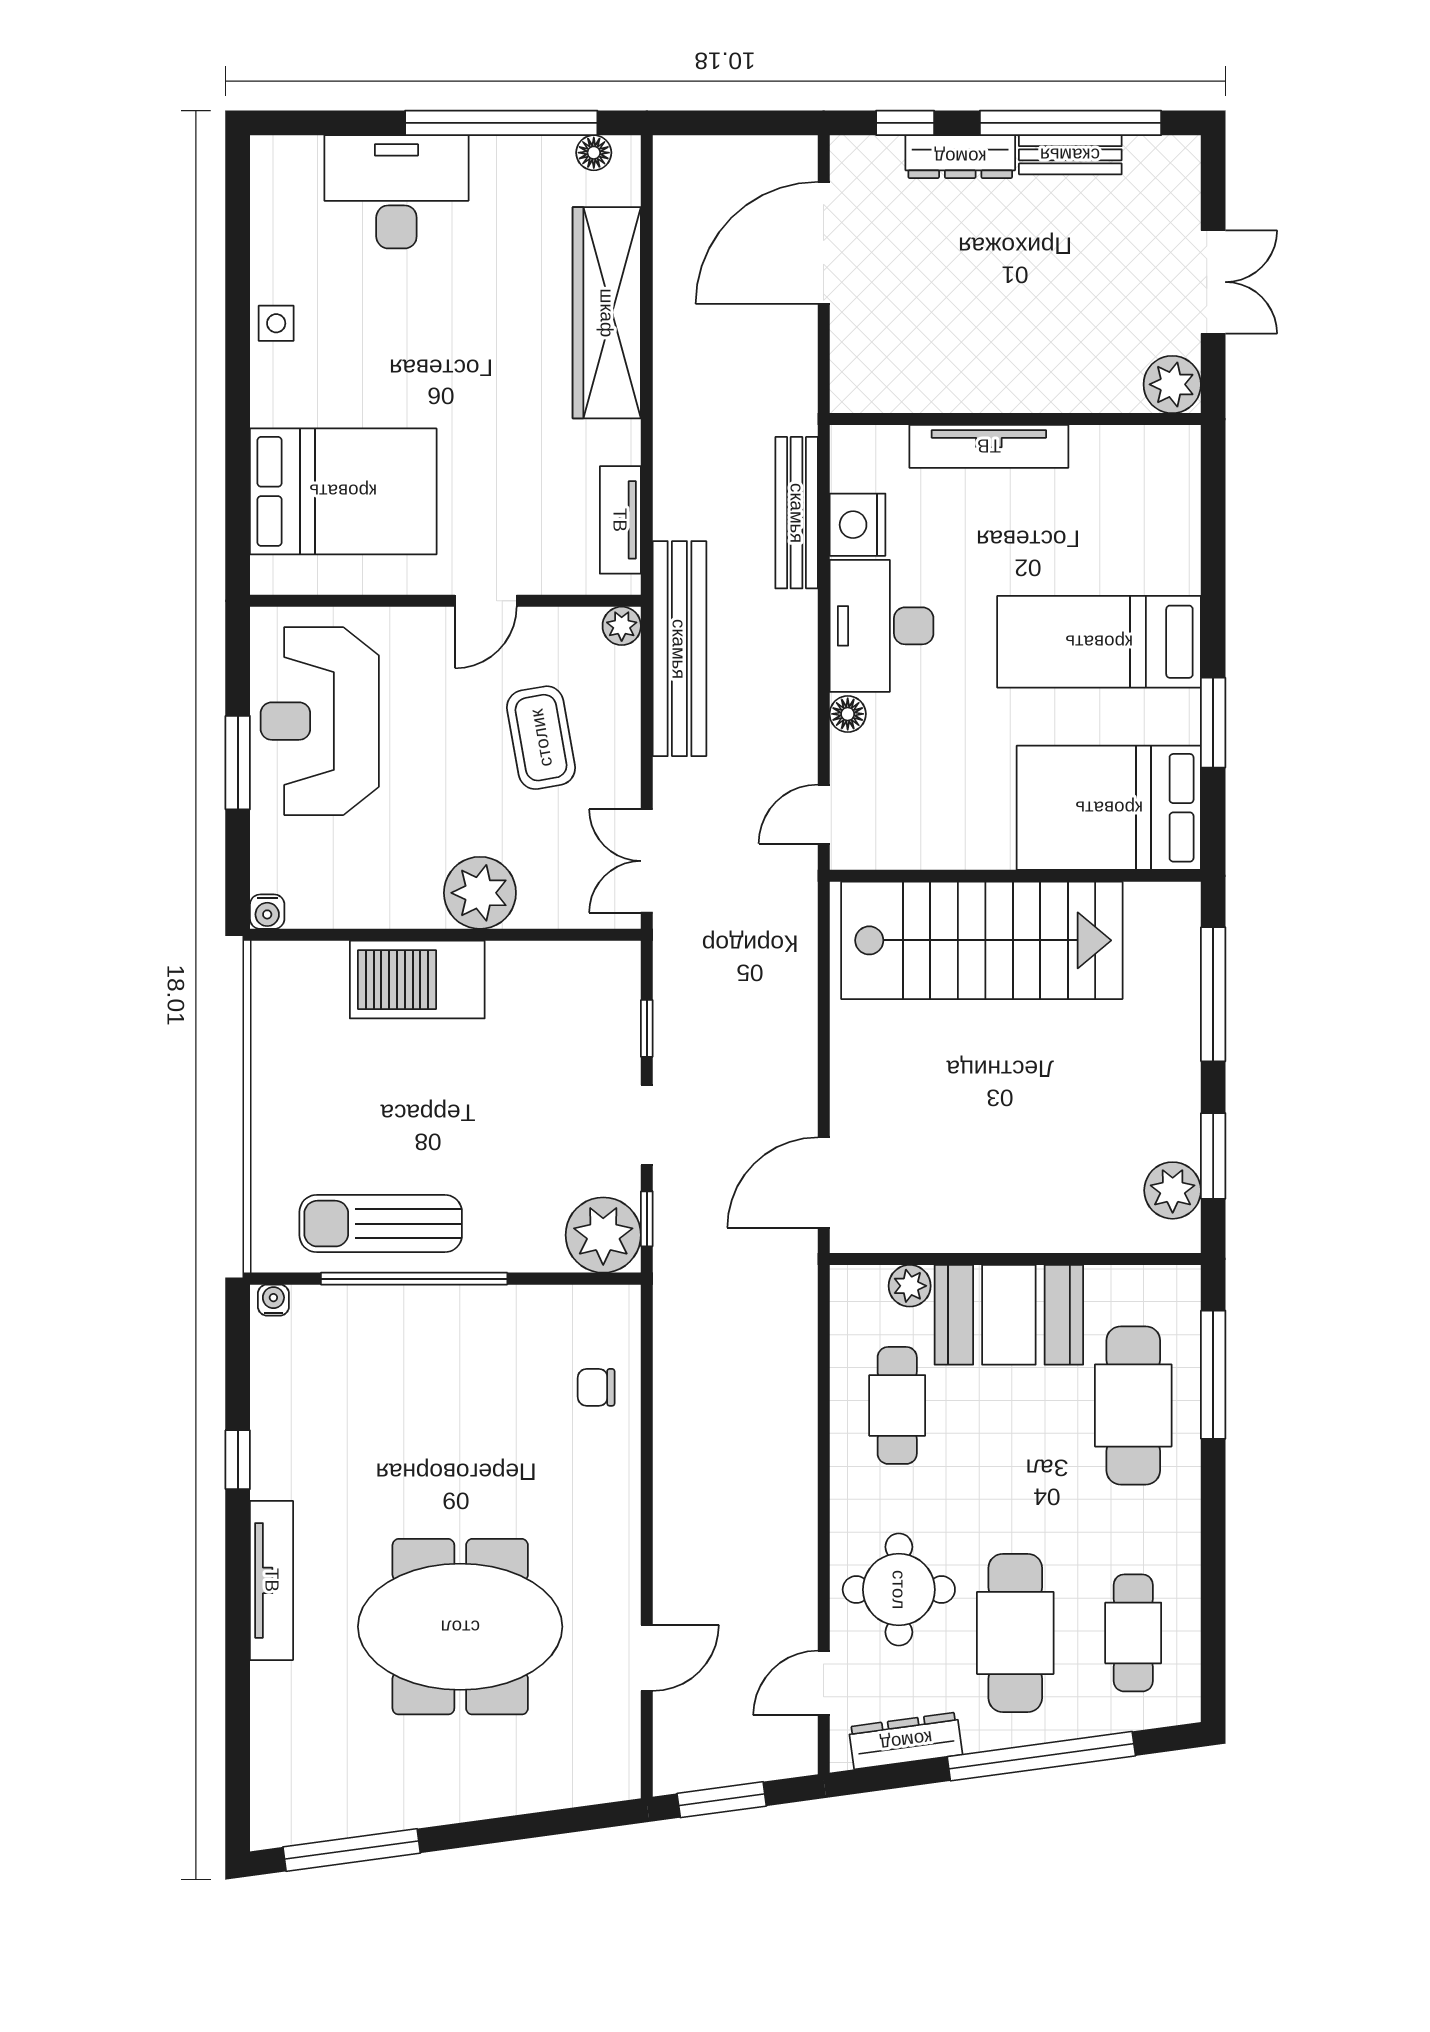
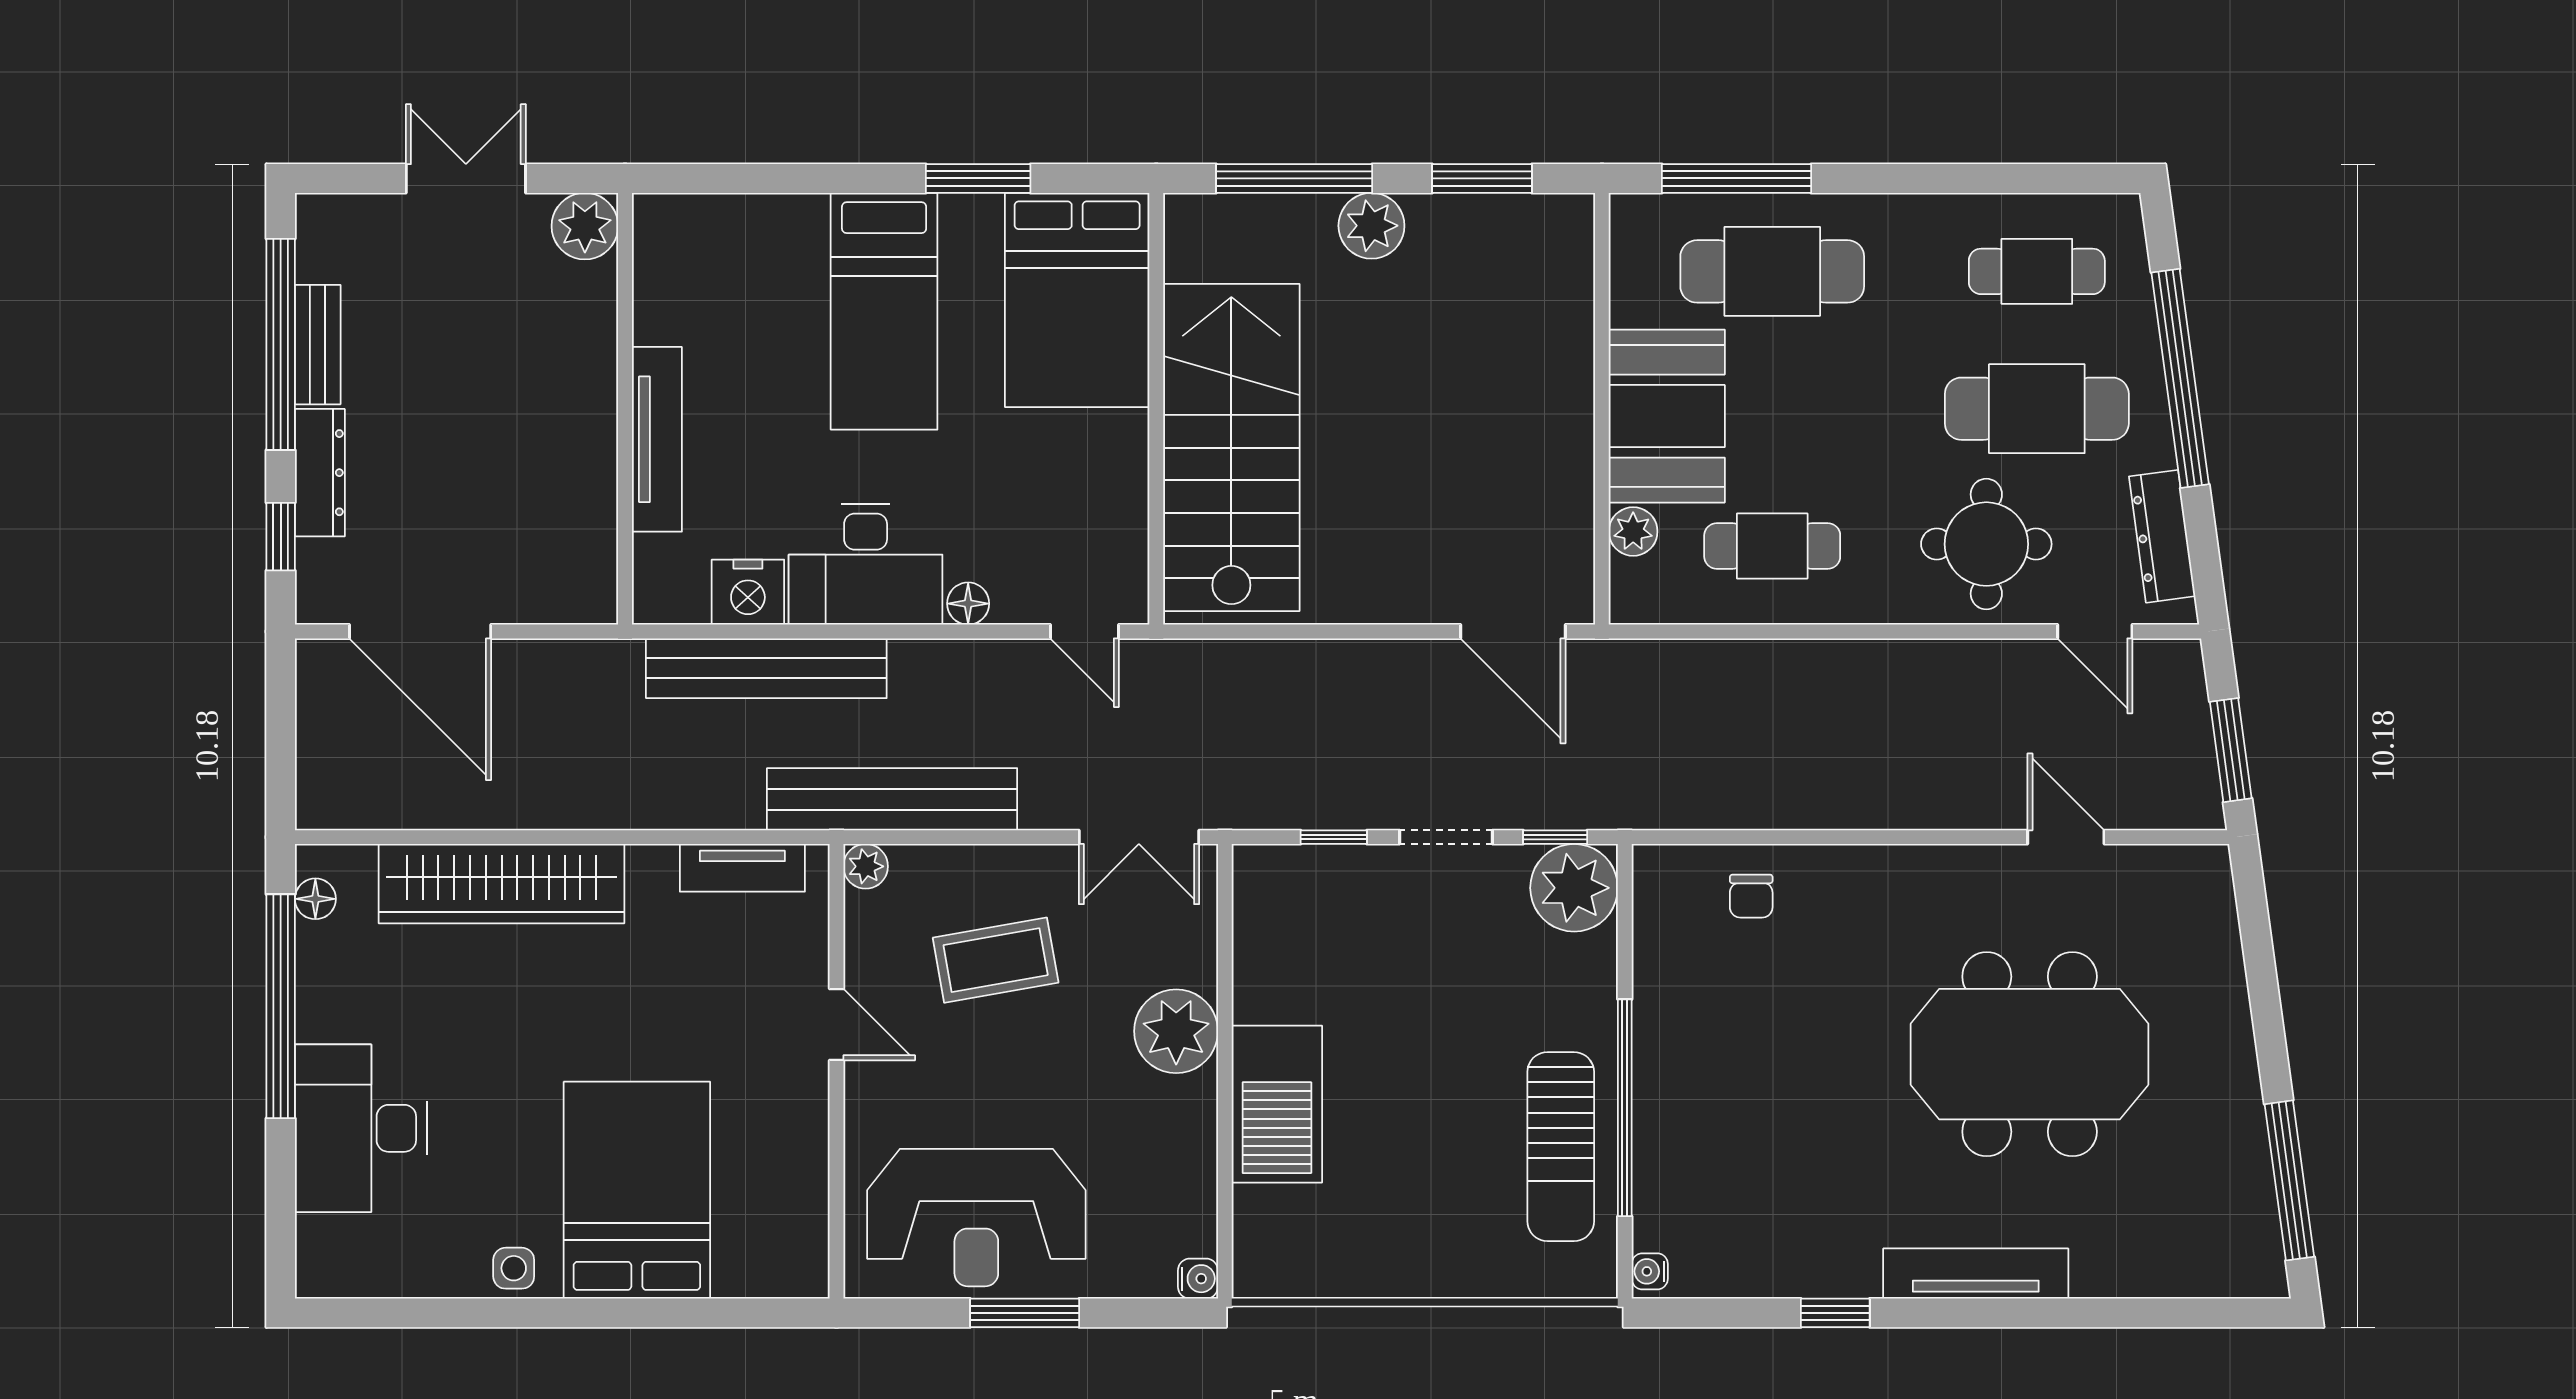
bed: (343, 491) -> (637, 1190), moved
bench: (797, 513) -> (766, 668), width x1.37, depth x1.21
plant: (1173, 1190) -> (1371, 226), moved
meeting table: (460, 1627) -> (2030, 1054), turned 90

